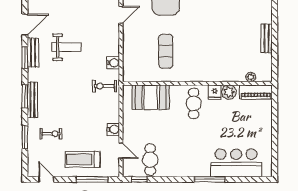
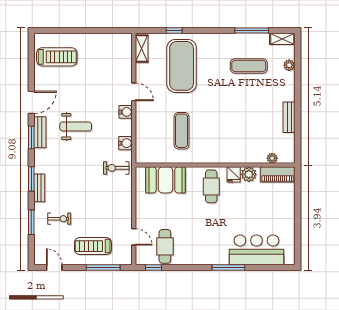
door: (121, 15) -> (134, 92), hinge flipped
bench: (32, 100) -> (39, 188), width x0.73
water cooler: (113, 129) -> (126, 112), moved

